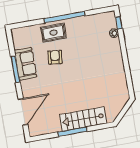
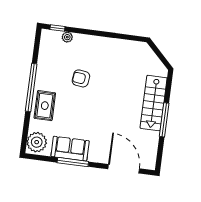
plant: (22, 35) -> (37, 142), added
armchair: (55, 57) -> (81, 78), moved

